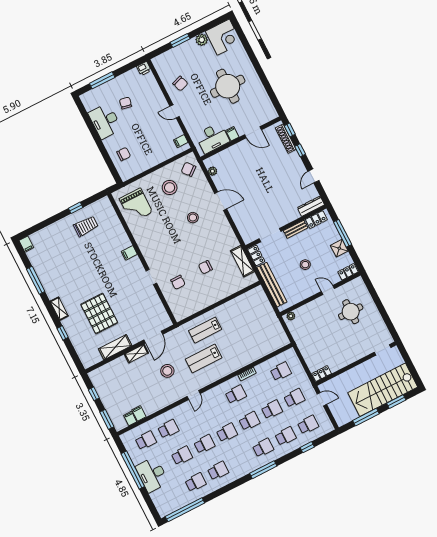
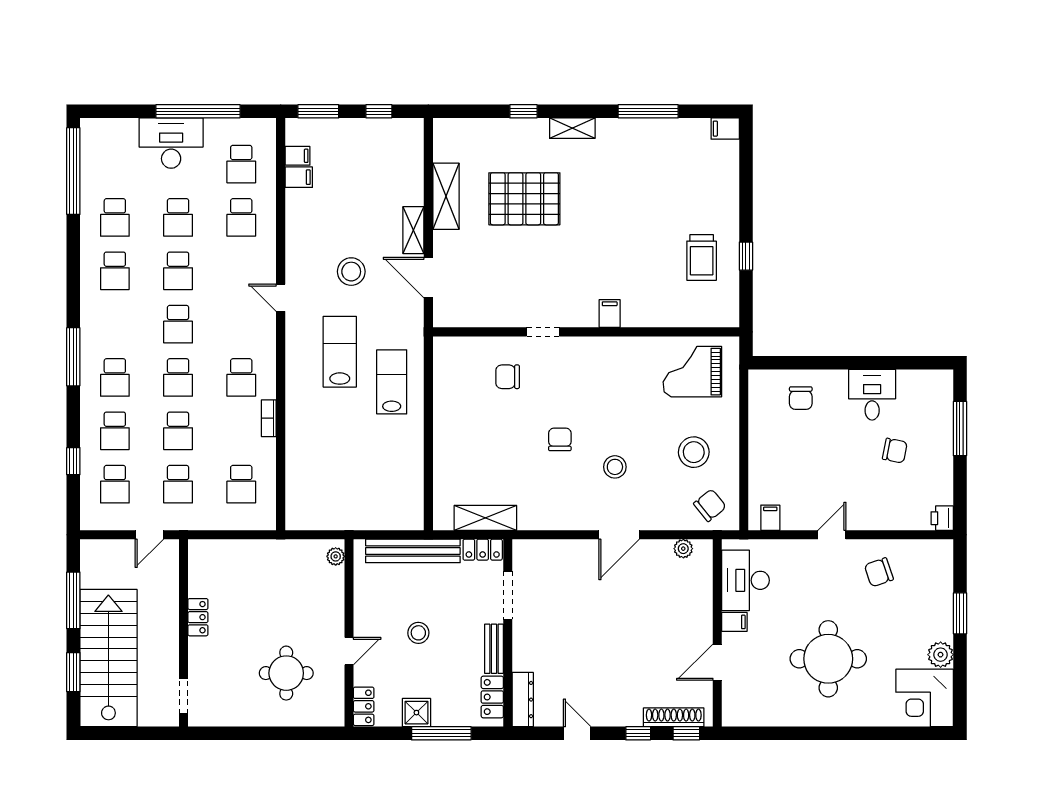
desk: (105, 121) -> (872, 395), width x0.73
chair: (205, 267) -> (560, 439), moved
locker: (322, 374) -> (198, 617), moved

